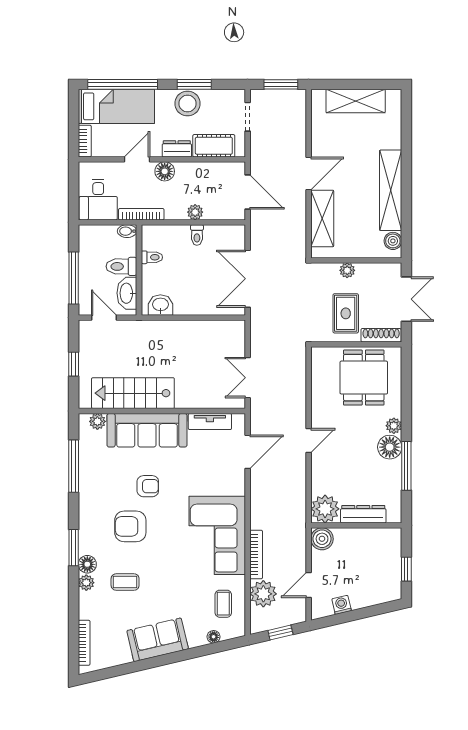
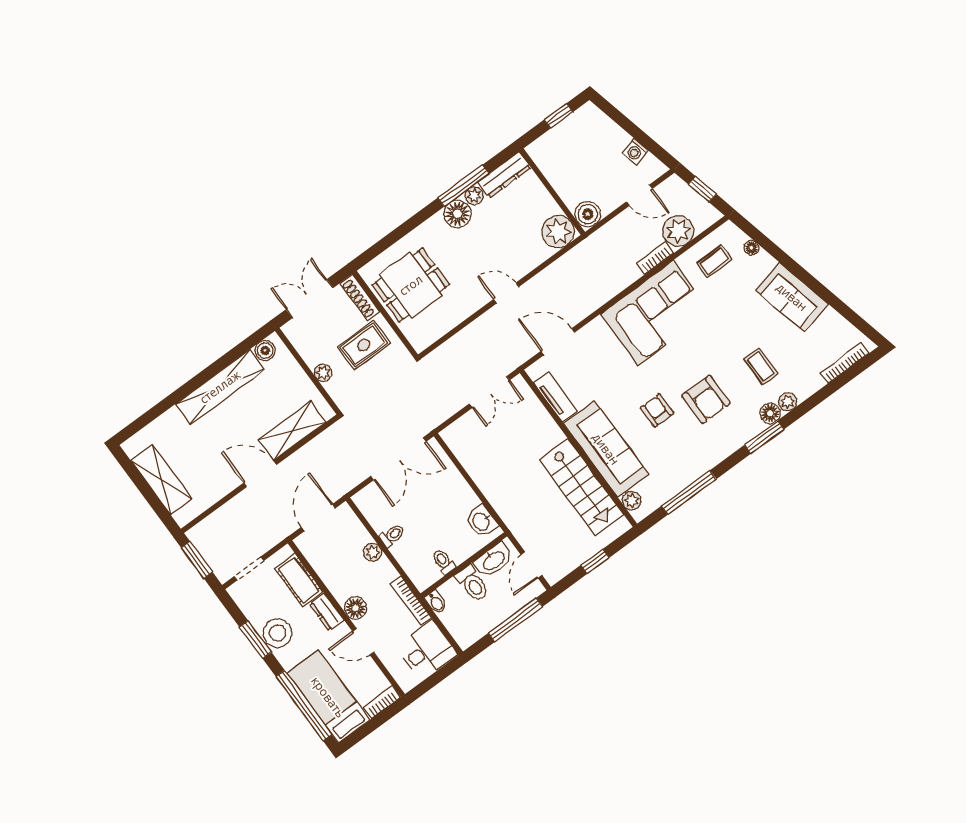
plant: (394, 426) -> (474, 196), moved
dresser: (363, 514) -> (504, 175), moved, turned -90
bookcase: (256, 555) -> (655, 258), width x0.64

